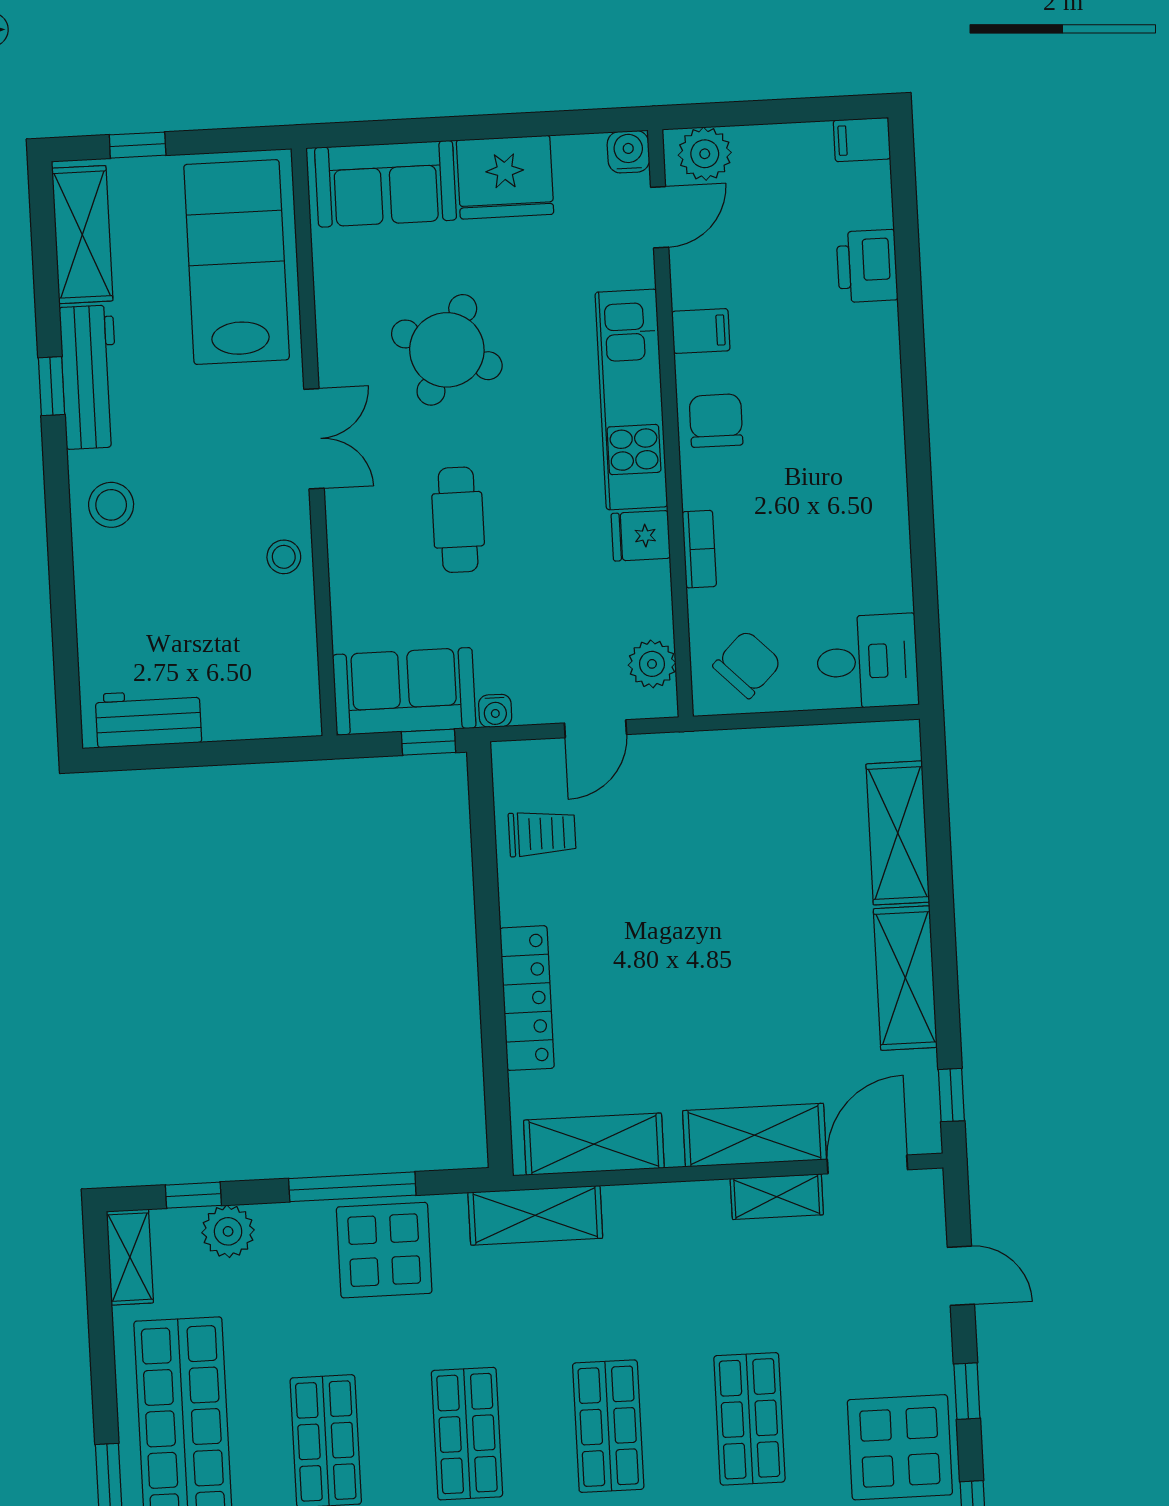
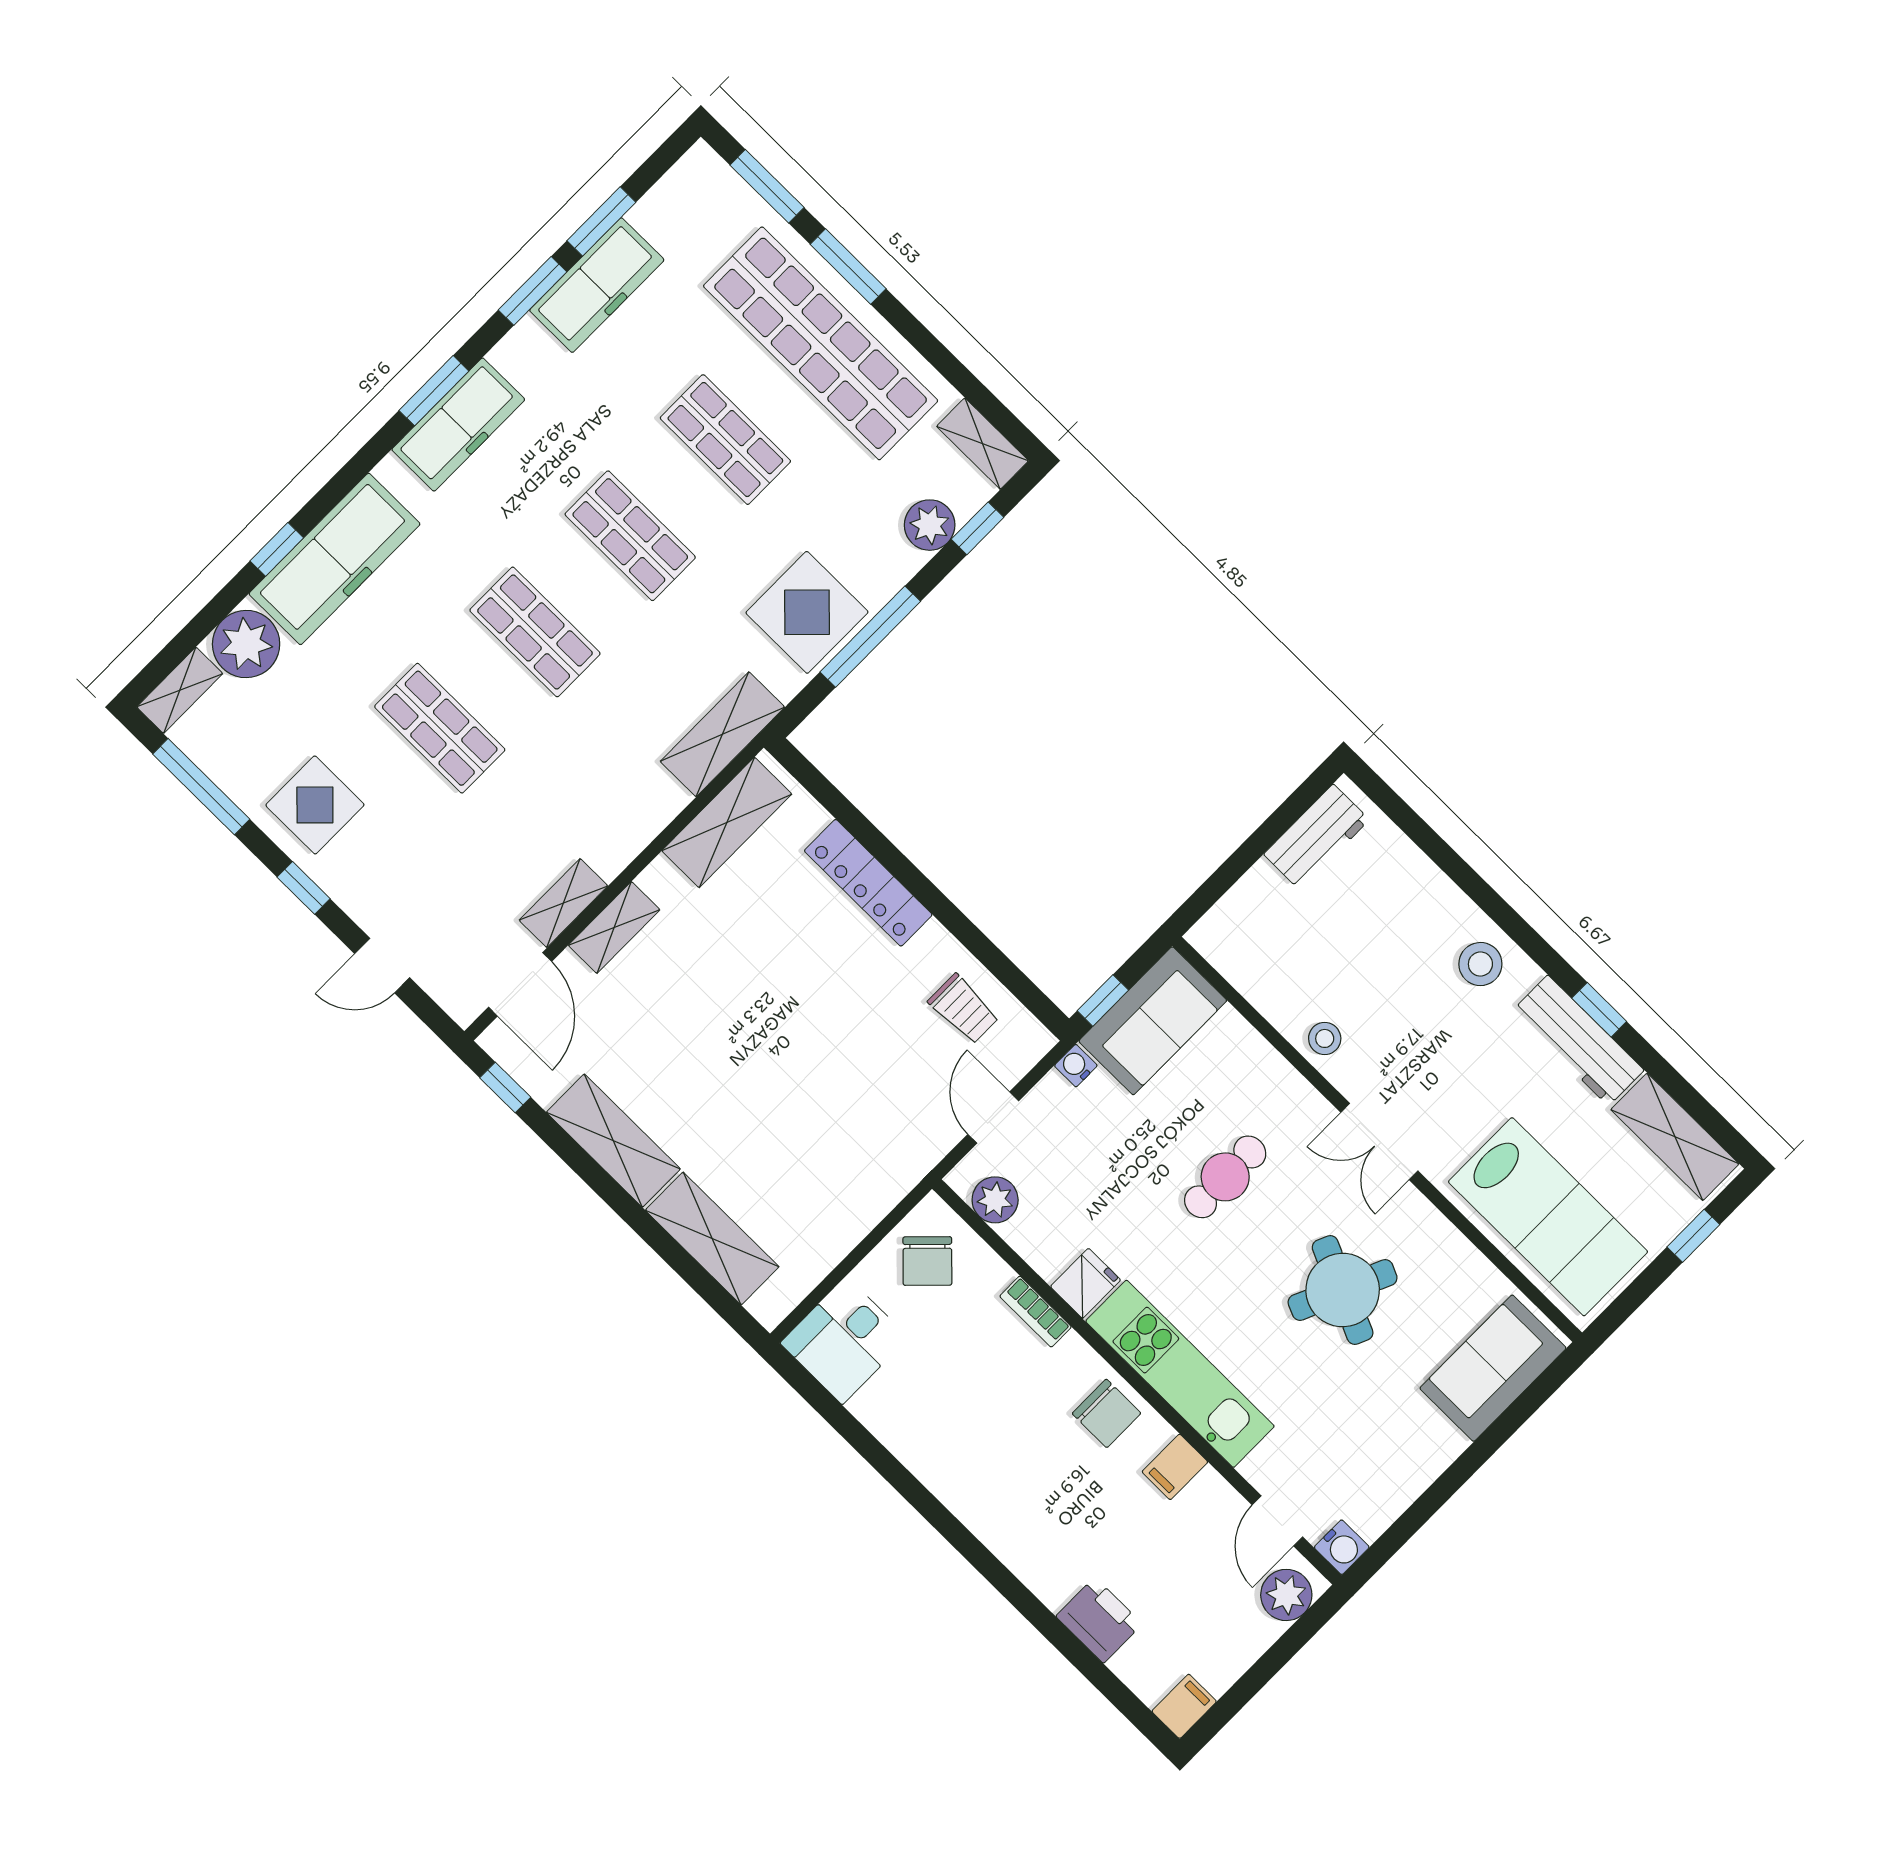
fridge: (505, 177) -> (1413, 1450), removed
cafe table: (458, 520) -> (1225, 1177), turned 90
trolley: (542, 834) -> (964, 1009), turned -90
shelving: (754, 1135) -> (614, 928), width x0.67, depth x0.75
display table: (900, 1447) -> (315, 805), width x0.73, depth x0.73

